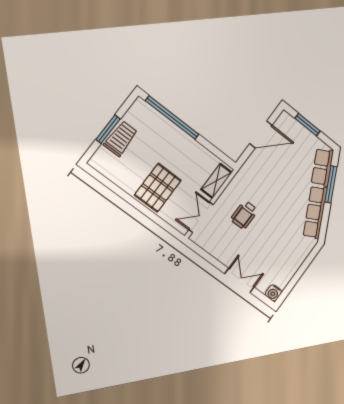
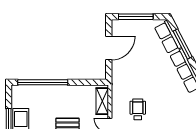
window: (308, 125) -> (136, 17), width x1.44
wheelchair: (244, 215) -> (138, 109), turned 180

